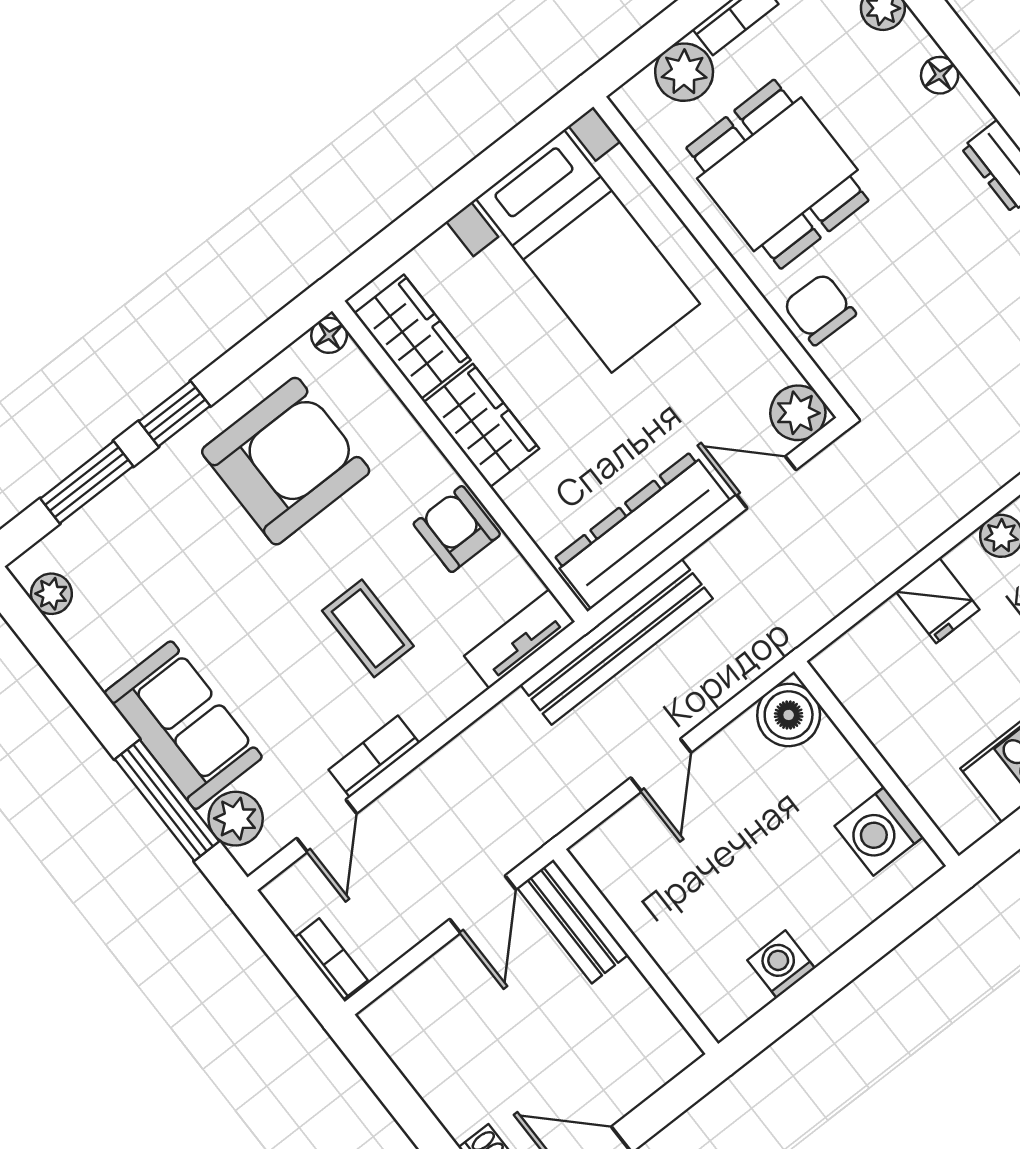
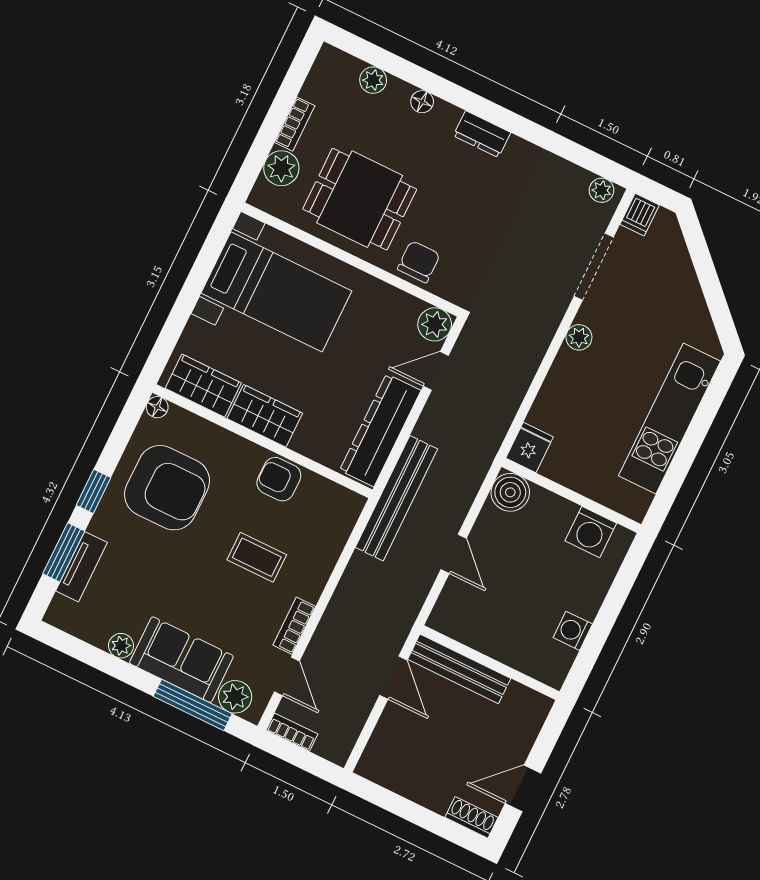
chair: (820, 309) -> (419, 262), turned 89
armchair: (286, 461) -> (167, 488), turned 90
plant: (51, 594) -> (121, 646), moved
fridge: (938, 601) -> (530, 448), moved, turned -90
tv unit: (519, 639) -> (82, 567), moved, turned 180
bench: (573, 921) -> (459, 669), width x1.36
bookcase: (331, 959) -> (292, 732), moved

